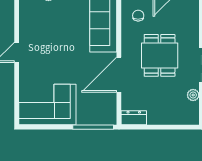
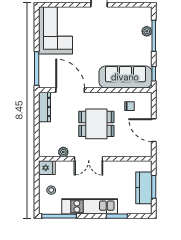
door: (119, 75) -> (70, 90), moved
dresser: (134, 118) -> (44, 107), width x1.44

